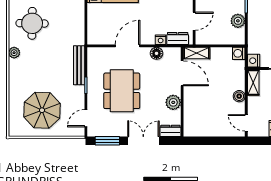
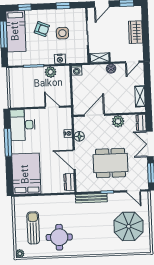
dresser: (178, 38) -> (69, 182), moved
plant: (14, 53) -> (83, 251), removed
shelving: (197, 53) -> (140, 96), moved
nightstand: (254, 61) -> (60, 59), moved

